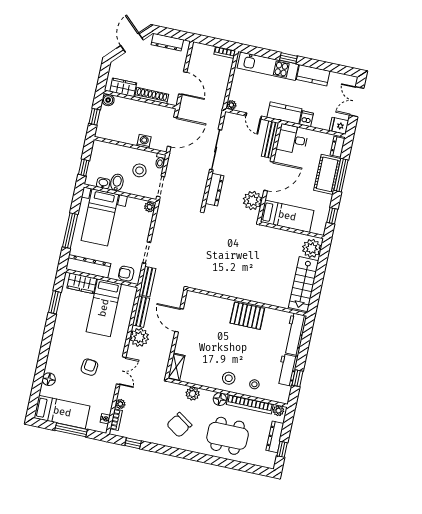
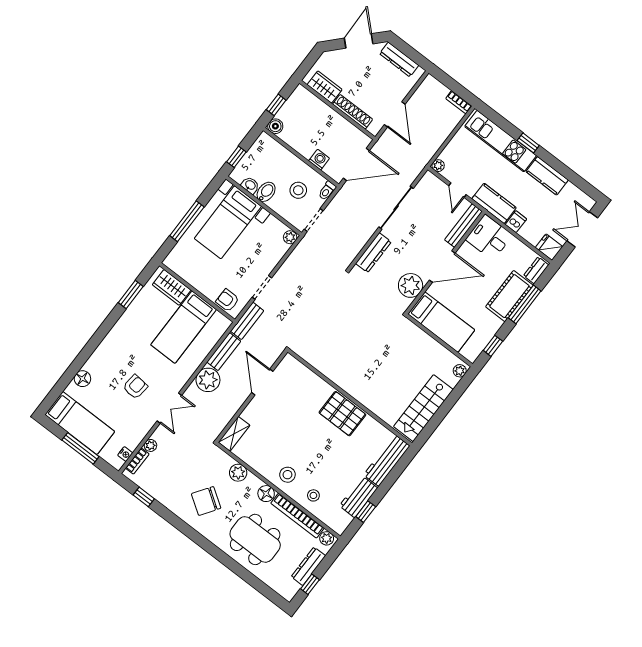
boiler: (108, 100) -> (275, 126), moved
plant: (312, 248) -> (460, 371), width x0.53, depth x0.53
dresser: (88, 266) -> (188, 272), removed

